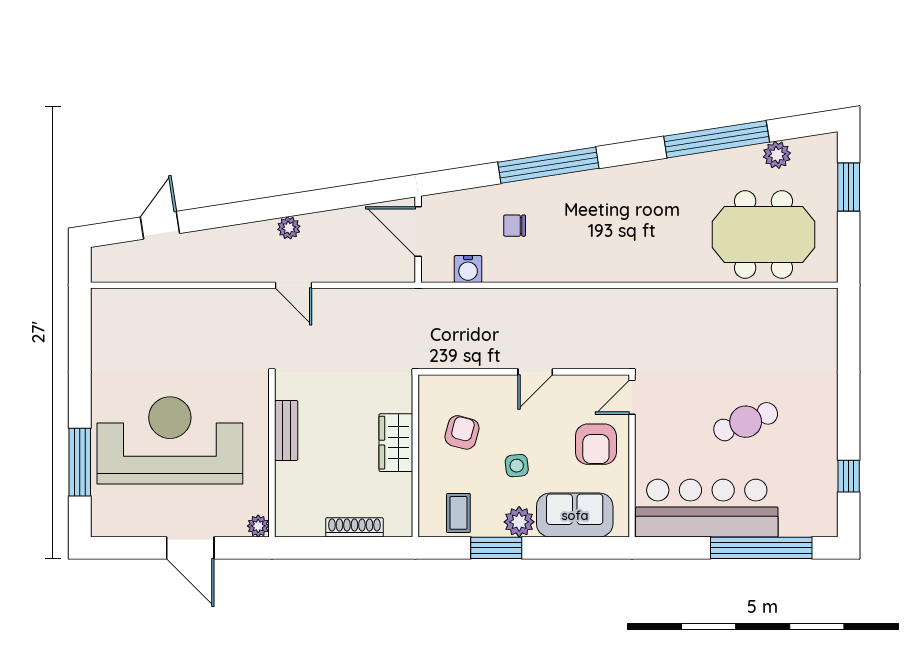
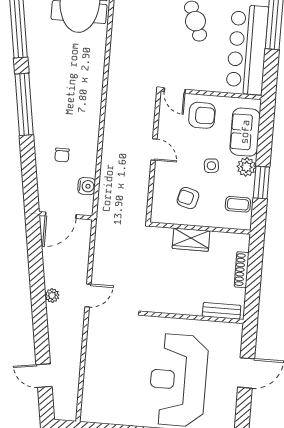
window: (548, 165) -> (24, 104), moved
bench: (286, 430) -> (222, 311), moved
plant: (258, 526) -> (236, 329), removed

